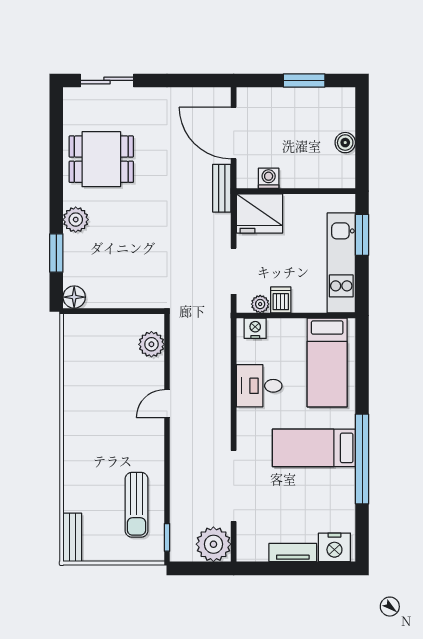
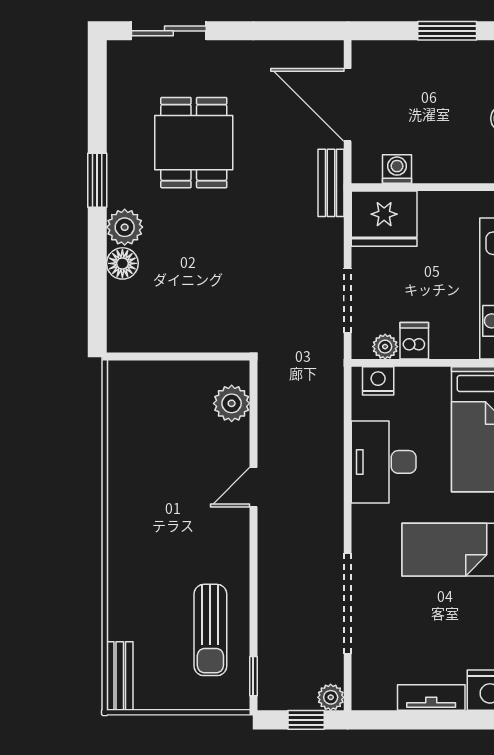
dining table: (101, 159) -> (194, 143), moved, turned 90
window: (56, 253) -> (97, 180), moved
floor lamp: (74, 297) -> (122, 263), moved
desk: (259, 386) -> (384, 462), width x1.37
plant: (213, 544) -> (331, 697), width x0.53, depth x0.53
window: (204, 568) -> (306, 720), added

